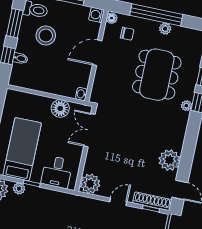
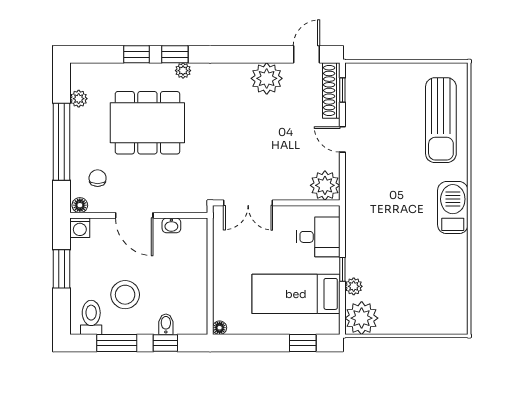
plant: (165, 29) -> (79, 99), moved
washbasin: (81, 94) -> (171, 225), moved
floor lamp: (60, 108) -> (220, 328), moved, width x0.53, depth x0.53

